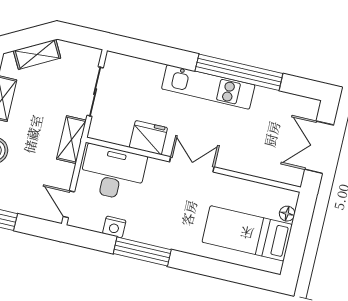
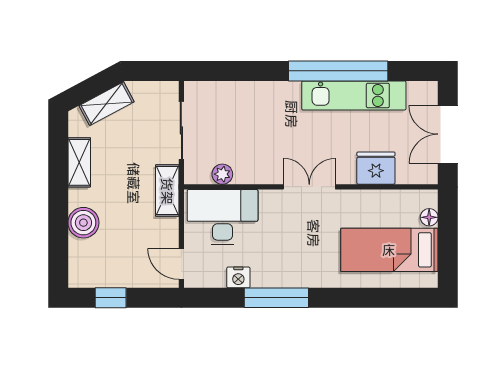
kitchen unit: (208, 87) -> (354, 95), moved
plant: (121, 137) -> (222, 174), added
fridge: (148, 138) -> (376, 168), moved

